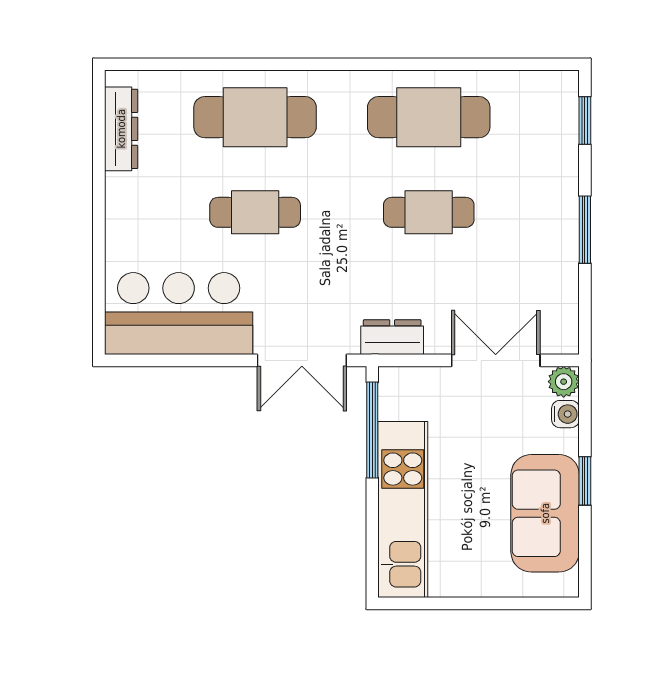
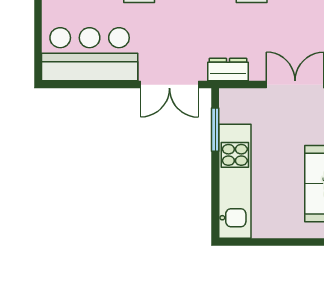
window: (372, 430) -> (215, 130), width x0.69

